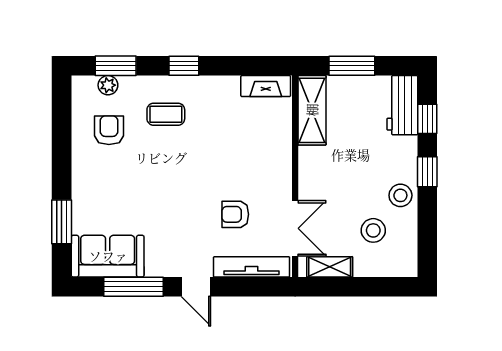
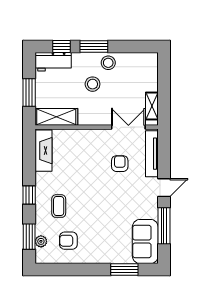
fireplace: (266, 86) -> (44, 151), width x1.37, depth x1.32
window: (427, 172) -> (94, 46), width x1.50
armchair: (235, 214) -> (120, 164), turned 180
stool: (373, 230) -> (93, 84), moved

